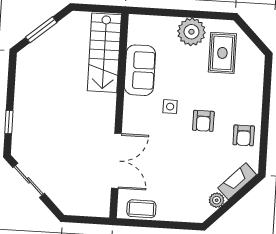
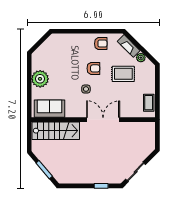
rug: (222, 53) -> (123, 74), moved
sofa: (140, 70) -> (50, 109), moved
double door: (116, 161) -> (103, 120), moved

